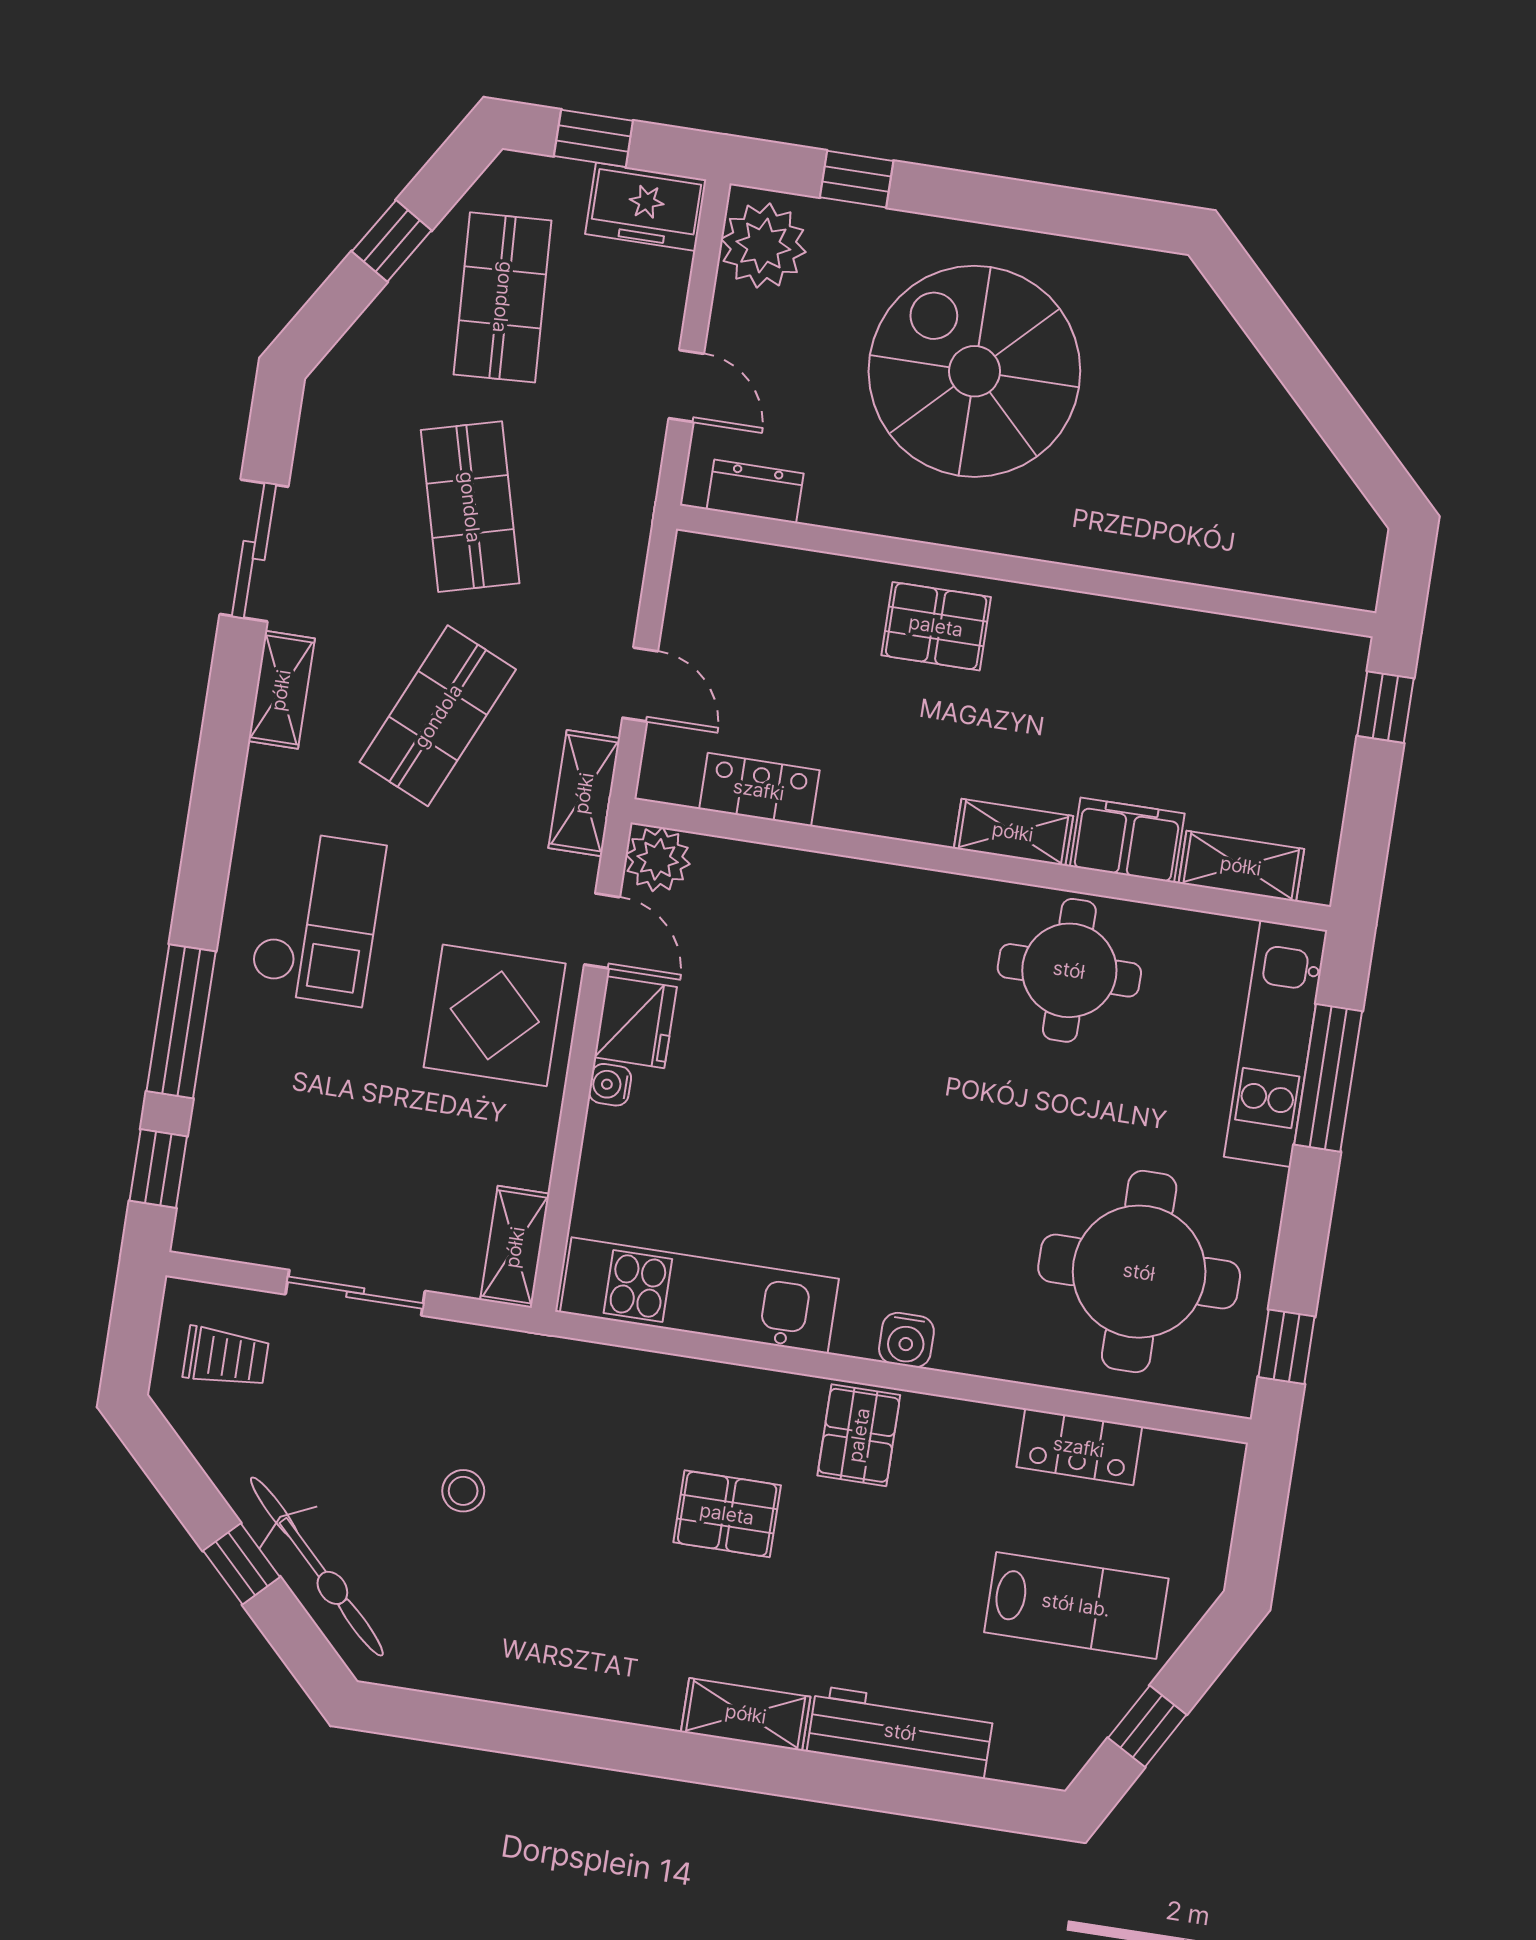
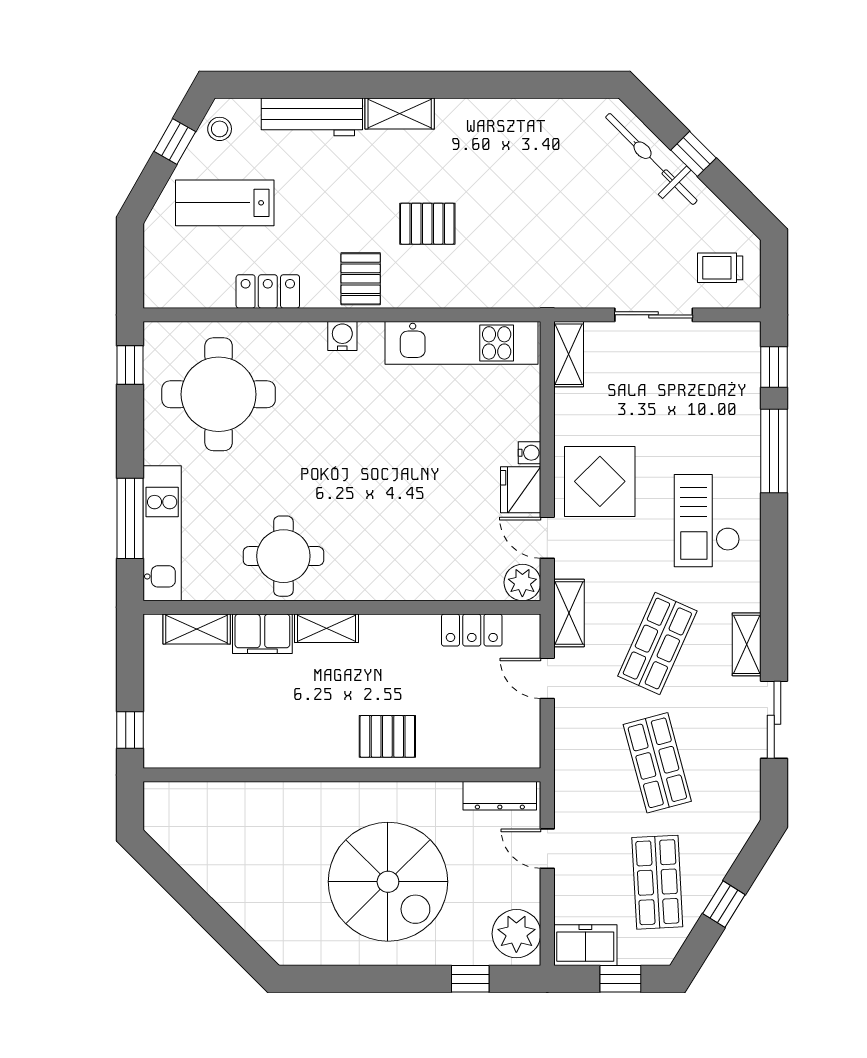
dresser: (755, 491) -> (500, 796), width x1.44
locker: (1079, 1447) -> (268, 291), moved
stool: (463, 1491) -> (220, 129), moved

